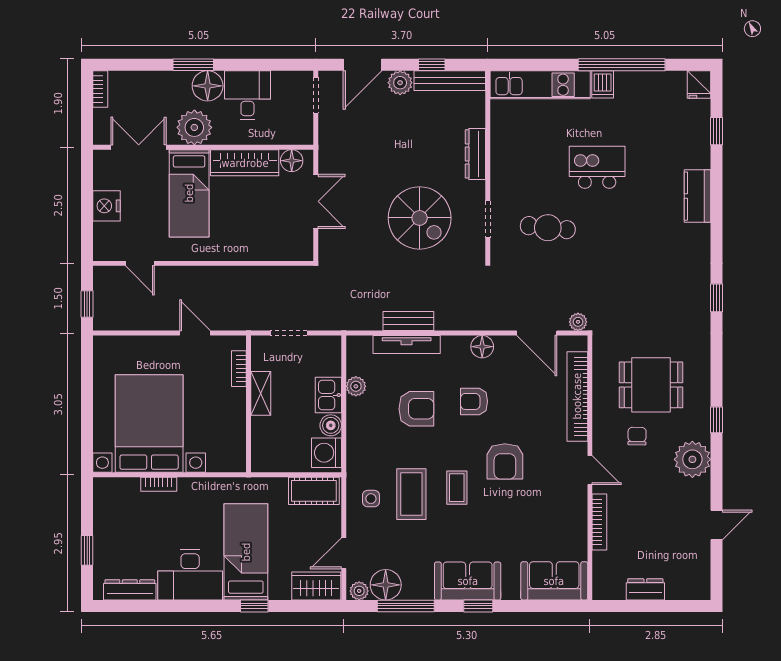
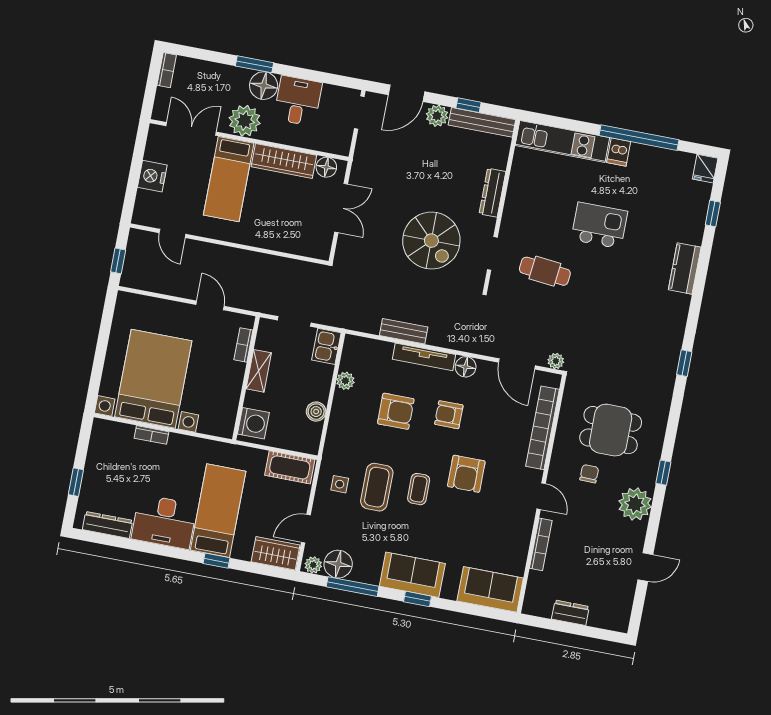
tv unit: (407, 344) -> (424, 357), moved
kitchen sink: (328, 395) -> (326, 346), moved
washing machine: (326, 453) -> (253, 423), moved, turned 180

